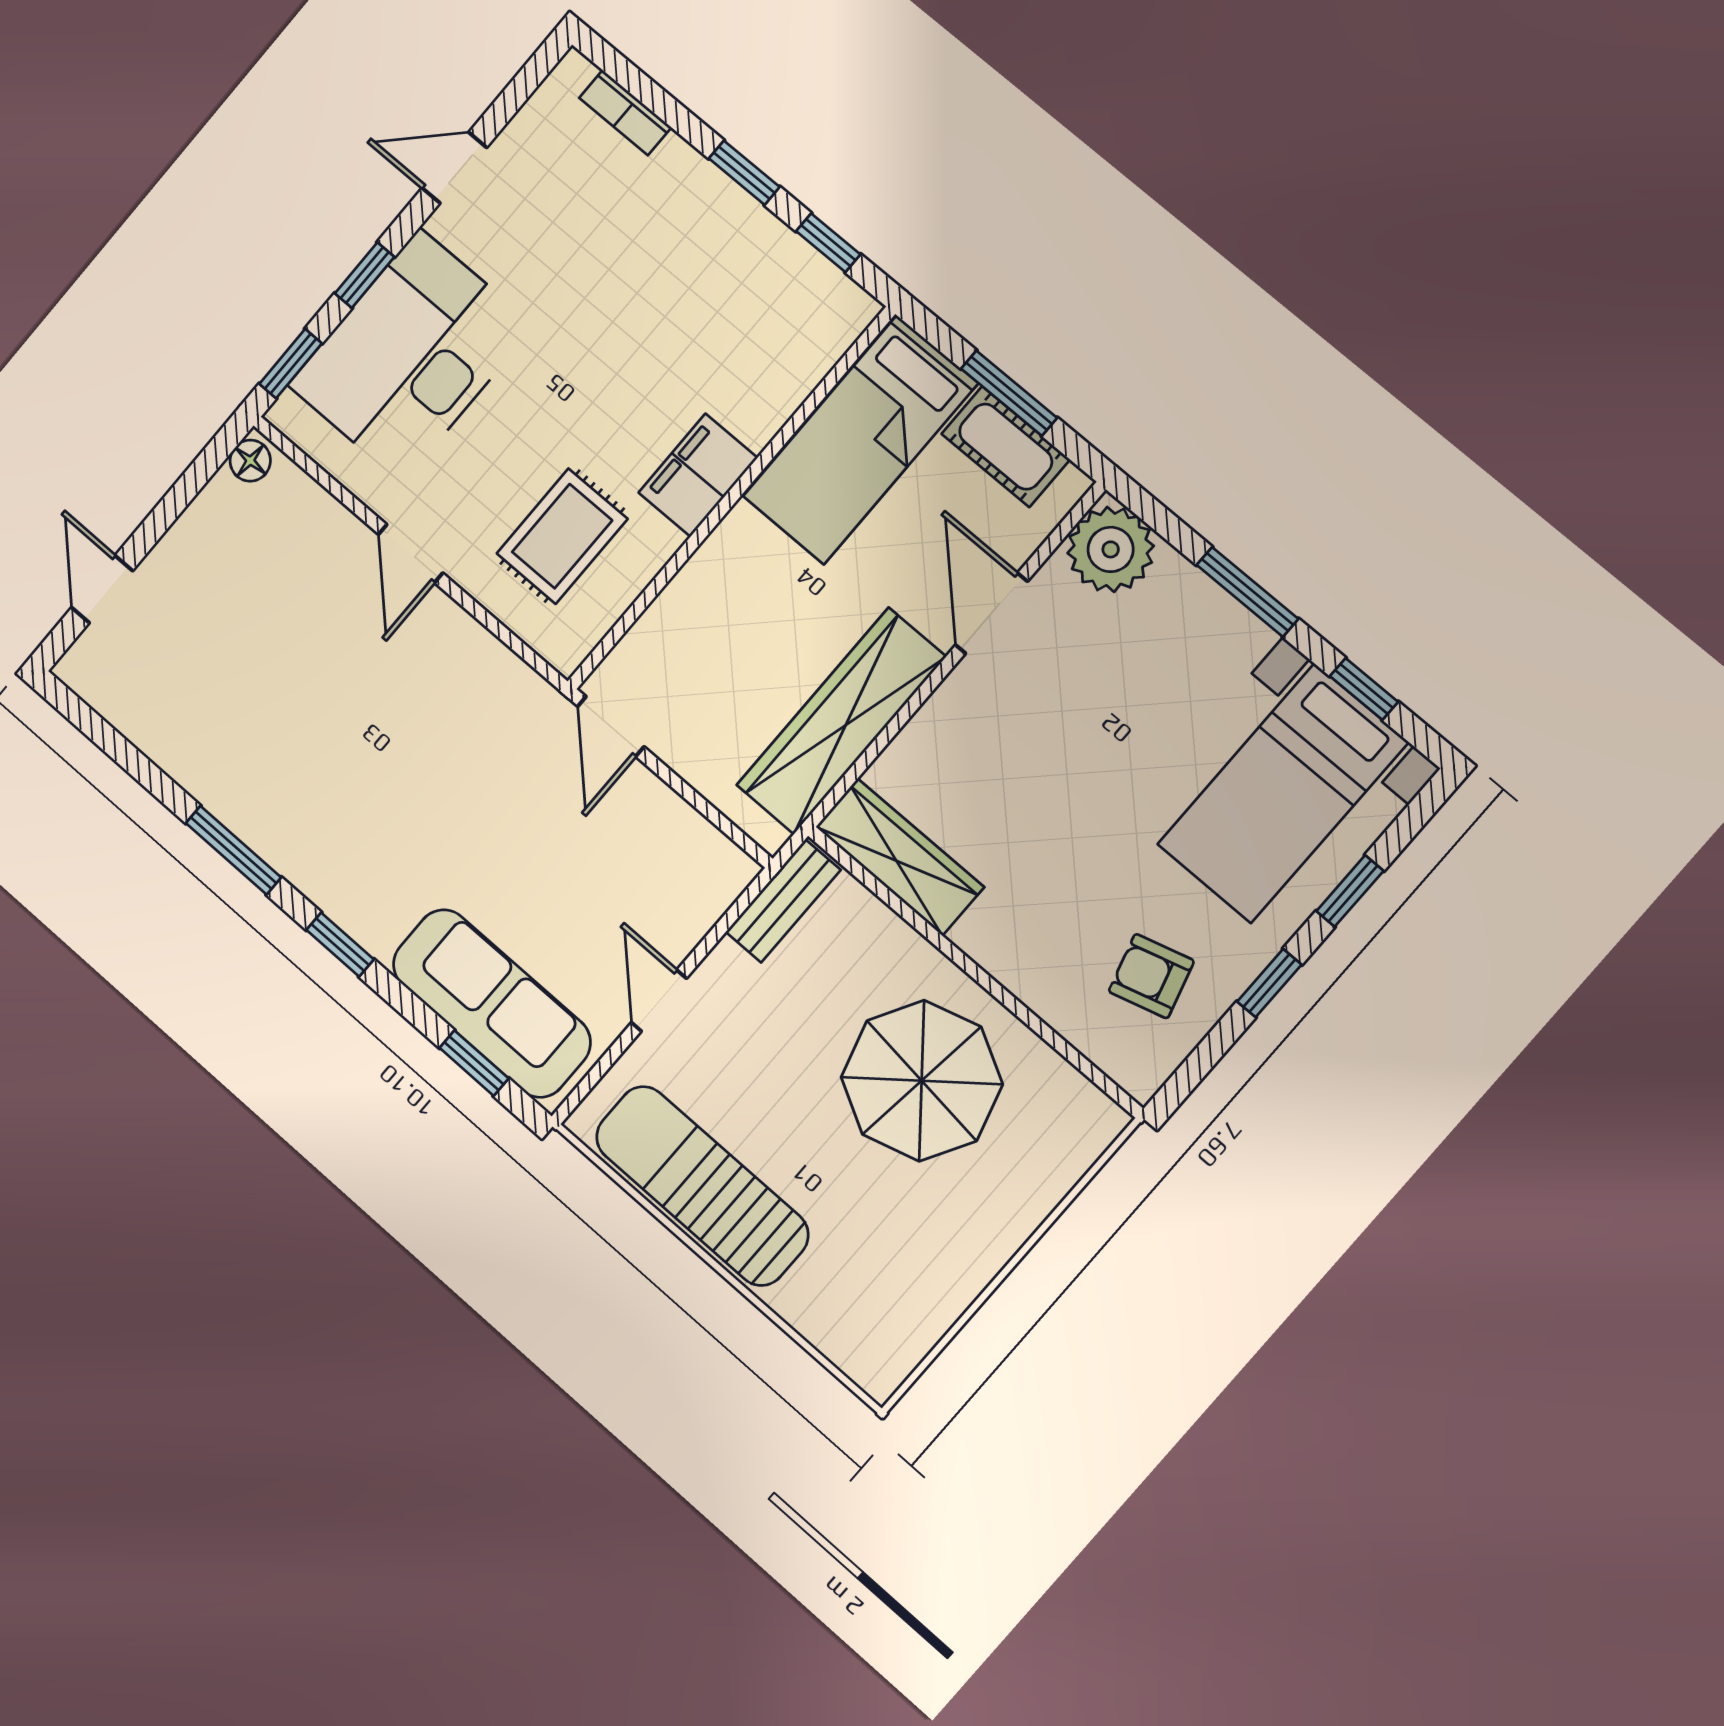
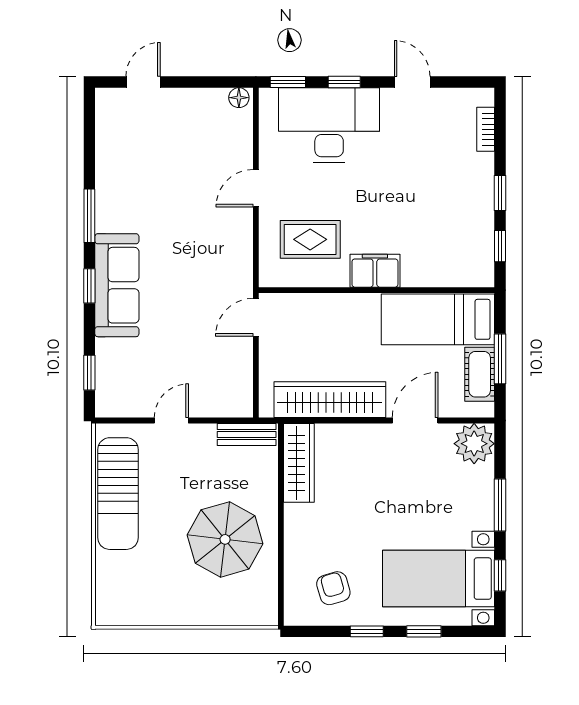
sofa: (492, 1003) -> (117, 285), moved
sun lounger: (702, 1186) -> (118, 494), turned 180

